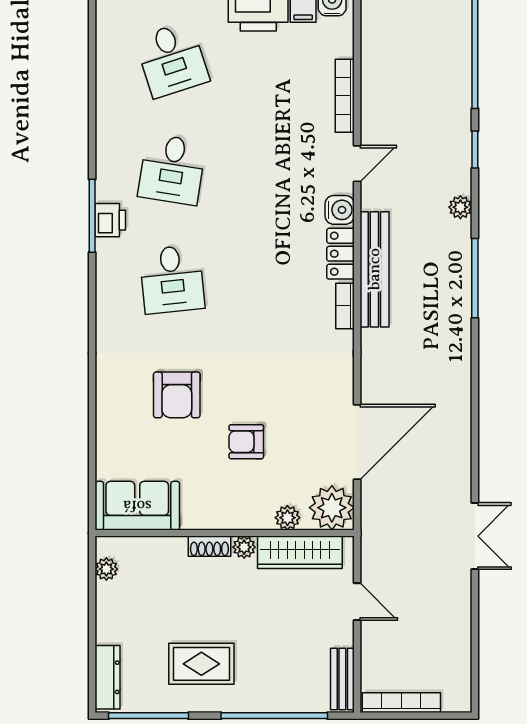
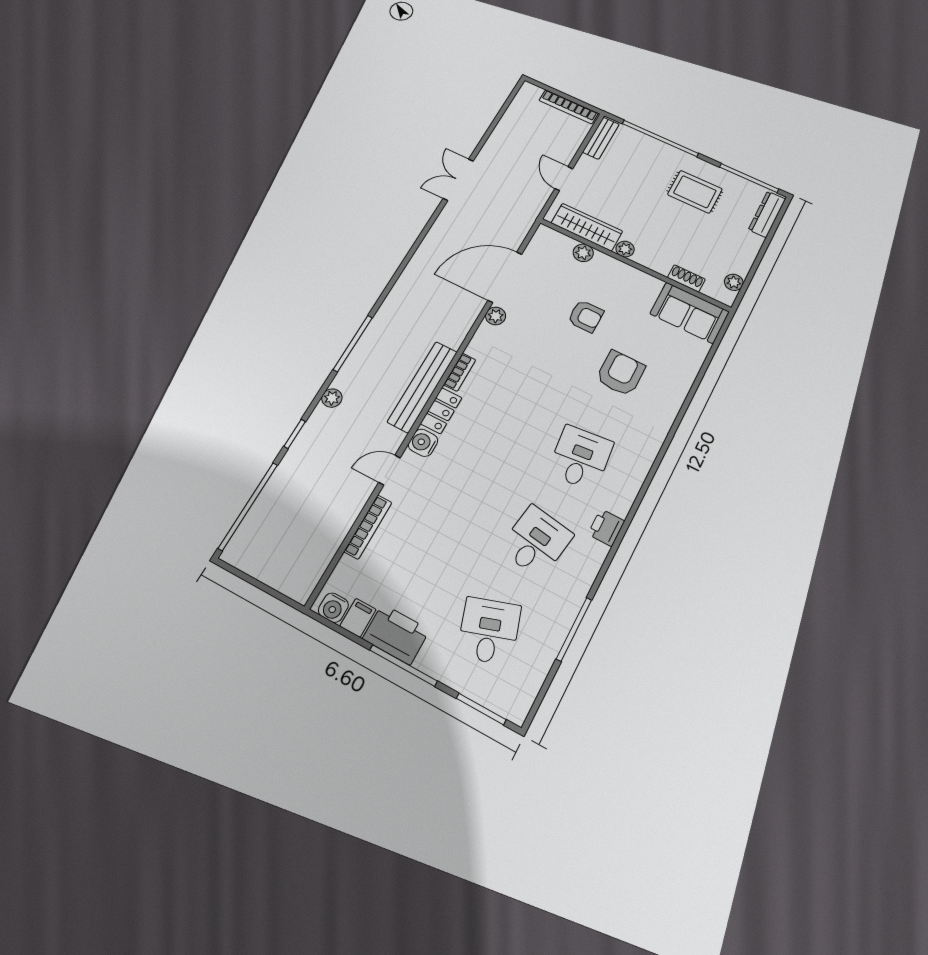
window: (92, 216) -> (574, 629), moved
plant: (332, 508) -> (496, 316), moved, width x0.53, depth x0.53
shoe rack: (209, 546) -> (686, 278), moved

